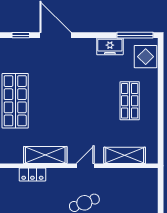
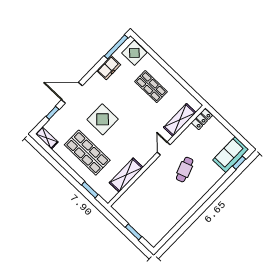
display table: (58, 86) -> (103, 119), added
shelving: (45, 155) -> (126, 175), moved
locker: (32, 174) -> (202, 119), moved

